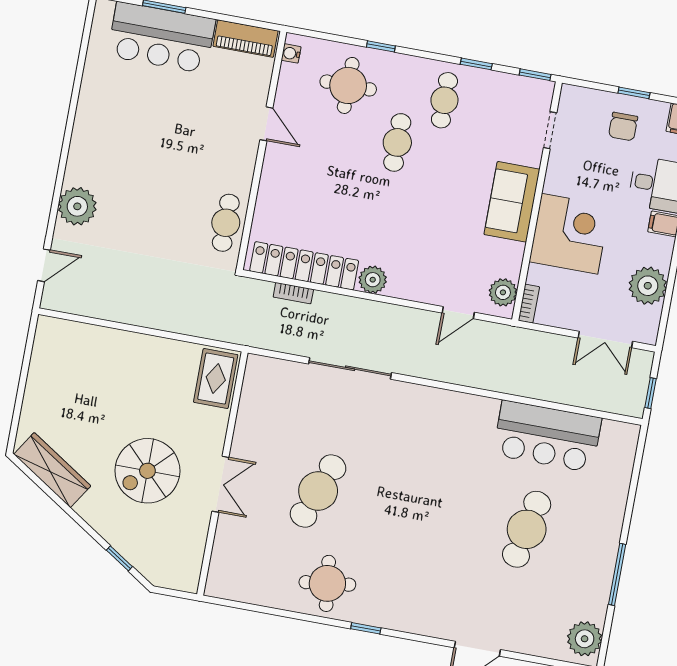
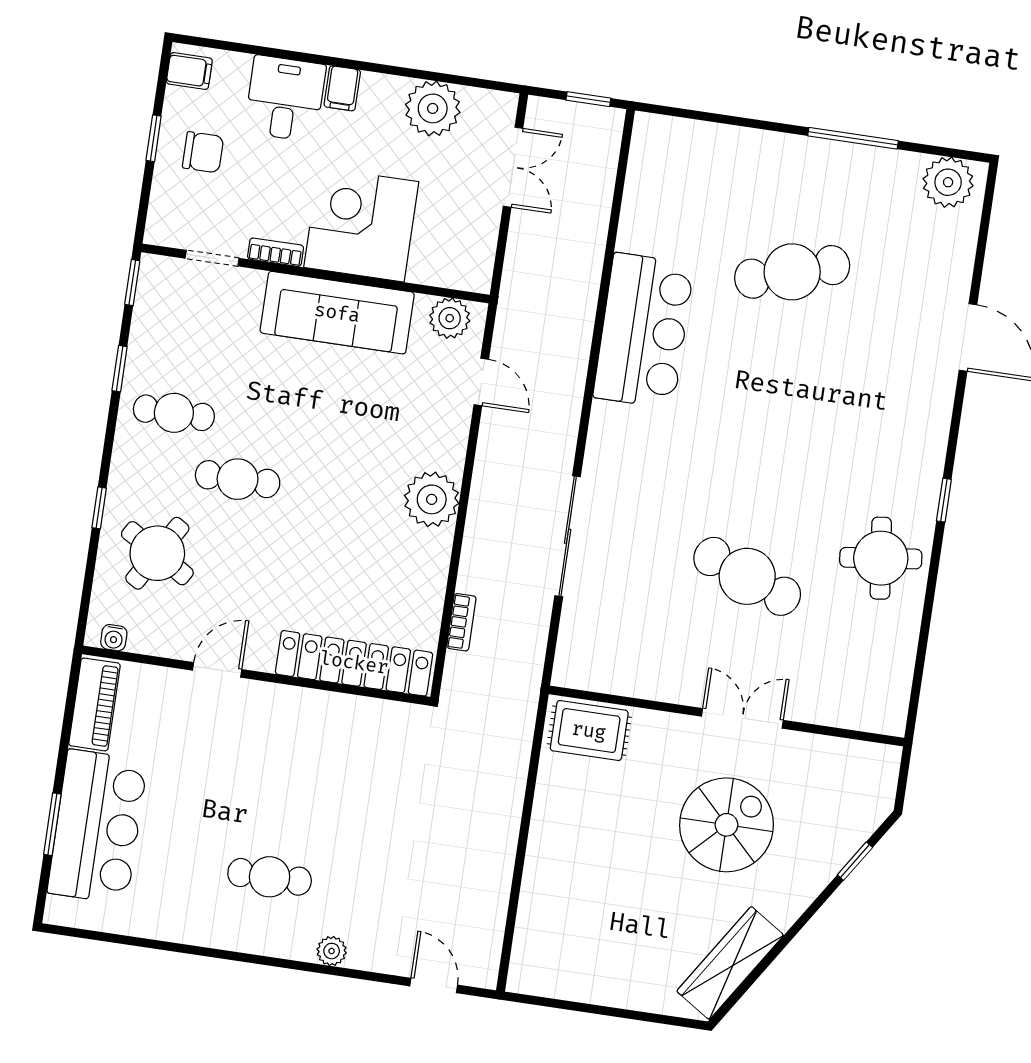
round table: (348, 85) -> (157, 553), turned 31
sofa: (512, 202) -> (337, 313), width x1.36
plant: (77, 206) -> (332, 951), width x0.53, depth x0.53
cafe table: (226, 223) -> (270, 877), moved
locker: (304, 266) -> (354, 663), moved, turned 90
plant: (373, 280) -> (432, 499), width x1.36, depth x1.36
bookcase: (529, 304) -> (276, 252), moved
bar counter: (547, 436) -> (644, 331), moved
spiral stairs: (147, 471) -> (726, 825), turned -90
cafe table: (527, 529) -> (792, 272), turned -30

